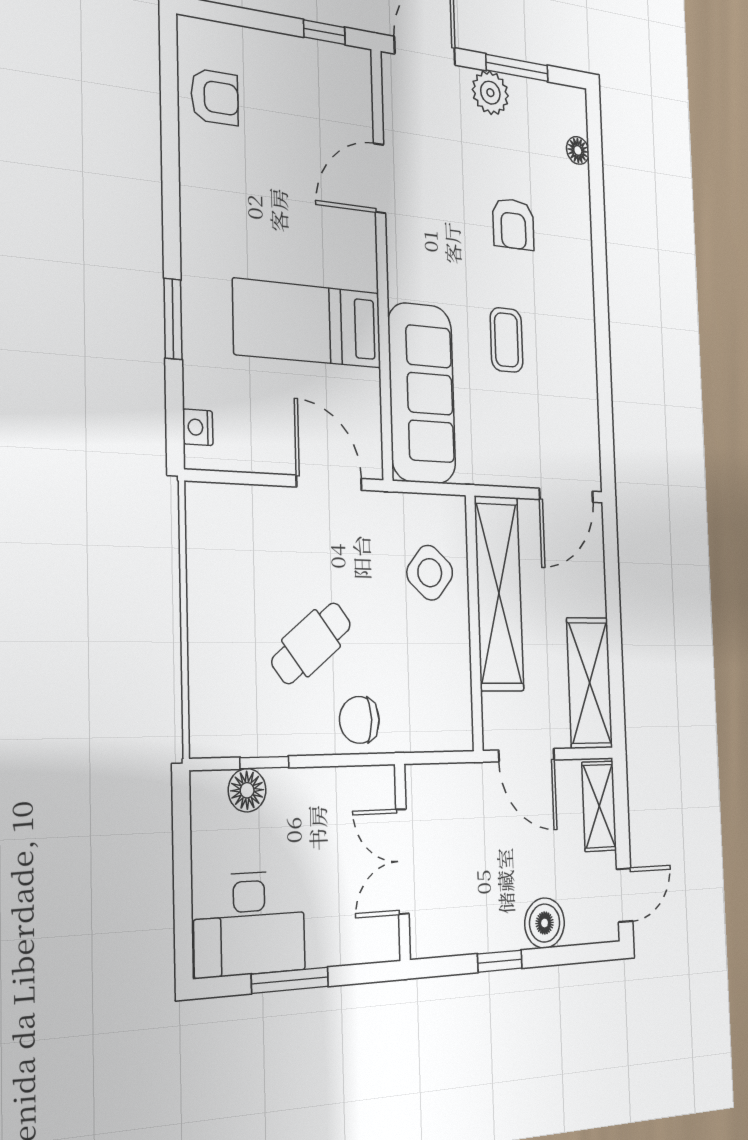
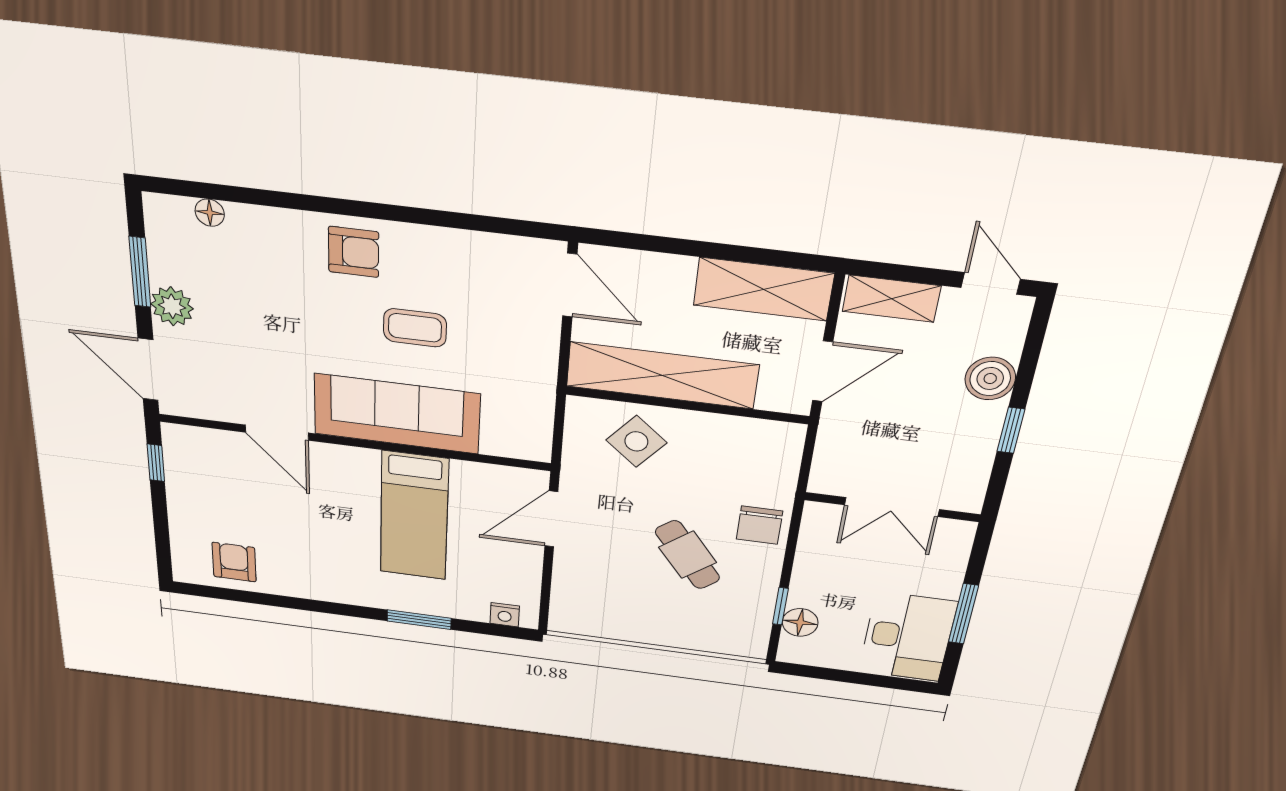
armchair: (513, 224) -> (354, 252), moved
sofa: (422, 393) -> (397, 414), moved

